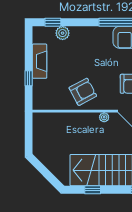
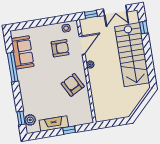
plant: (63, 33) -> (30, 120), moved
window: (93, 190) -> (150, 64), removed

